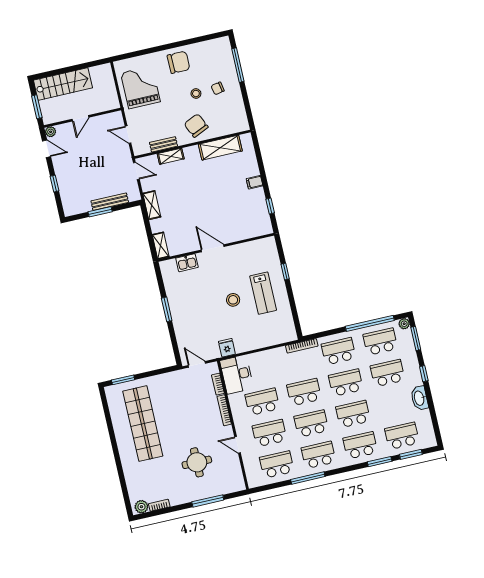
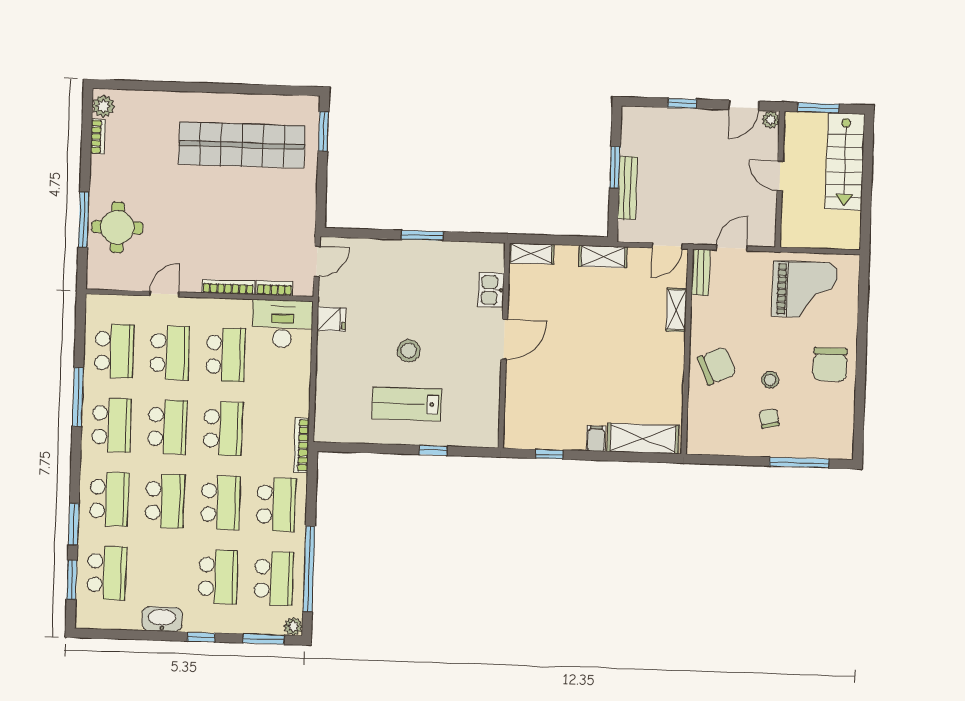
bench: (163, 144) -> (701, 272), moved
shelving: (220, 148) -> (643, 439), moved, turned 90
round table: (197, 462) -> (117, 227), moved

